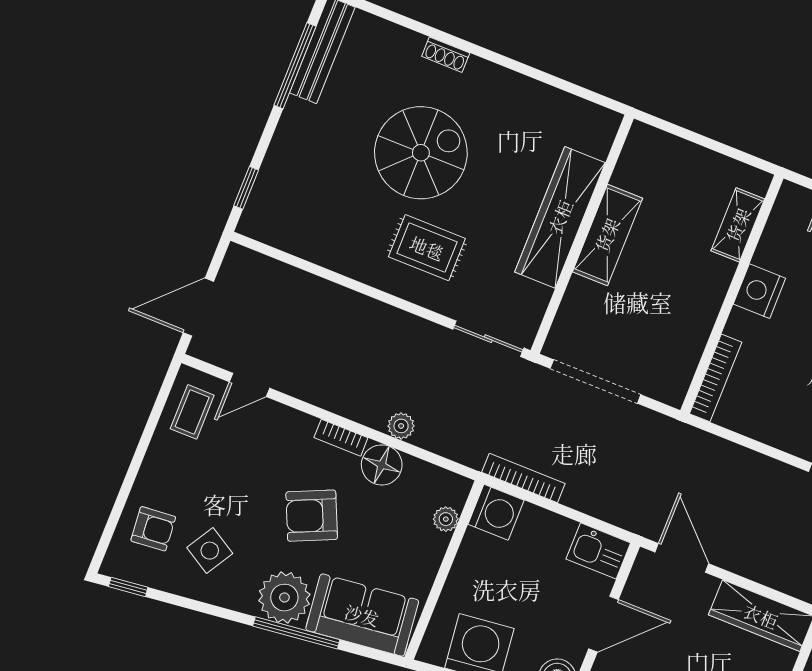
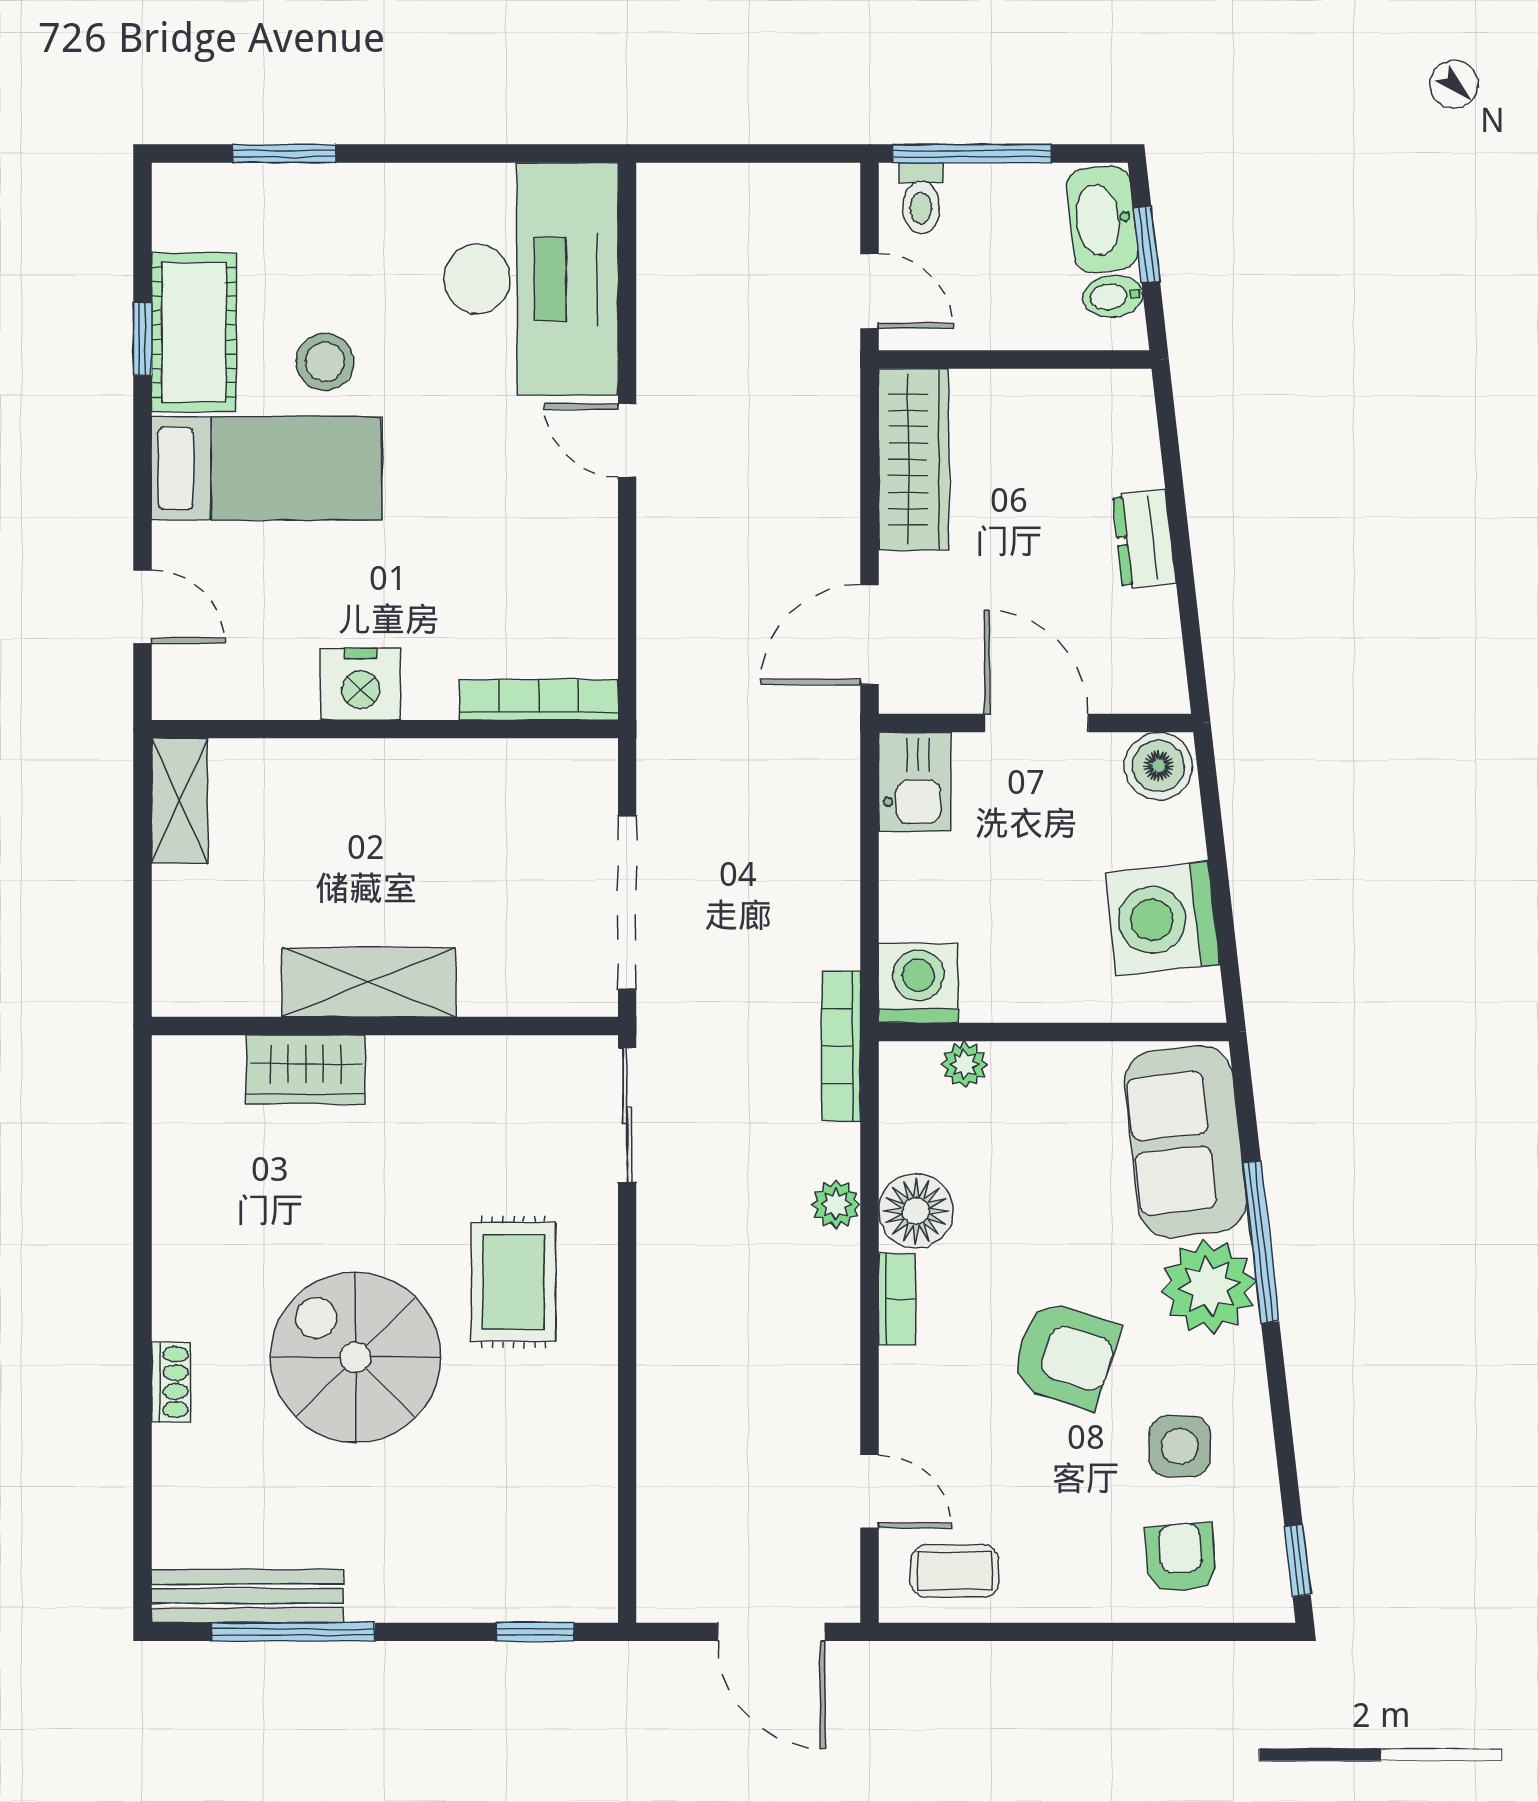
wardrobe: (560, 217) -> (306, 1069), width x0.48, depth x0.85
shelving: (738, 225) -> (180, 801), moved, turned 90
bookcase: (523, 478) -> (841, 1046), moved
armchair: (312, 516) -> (1065, 1354), moved, turned -48
side table: (210, 551) -> (1180, 1446), turned -31

